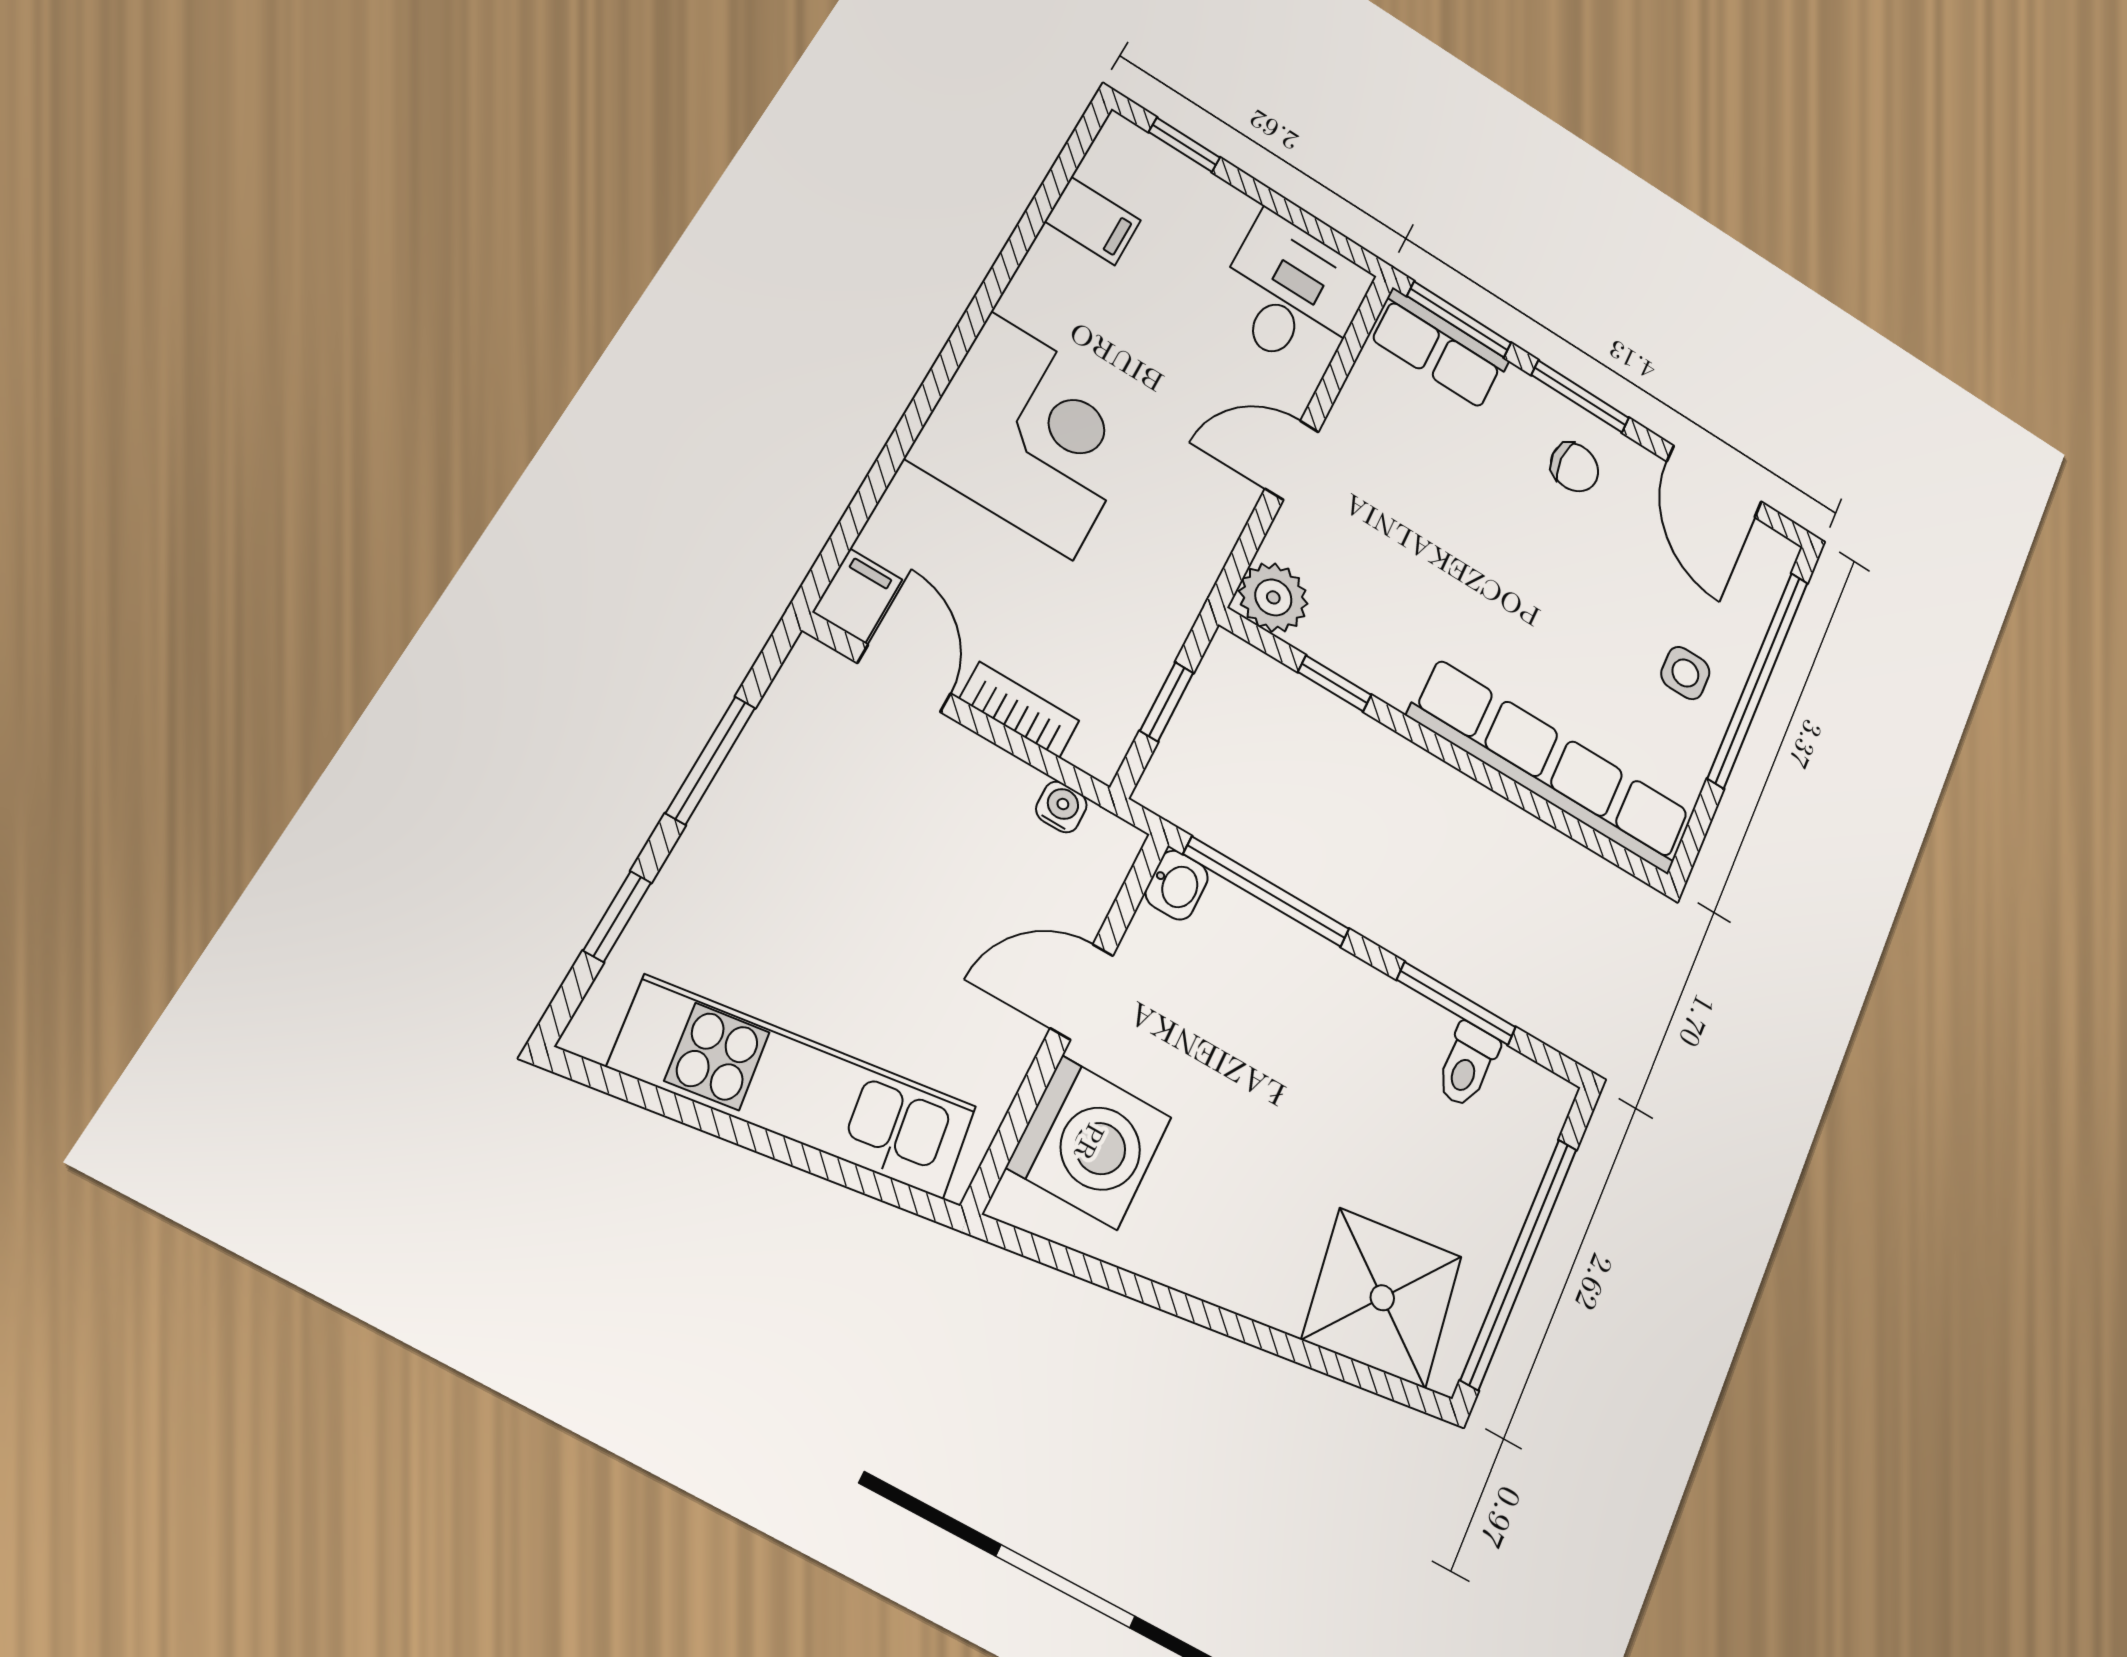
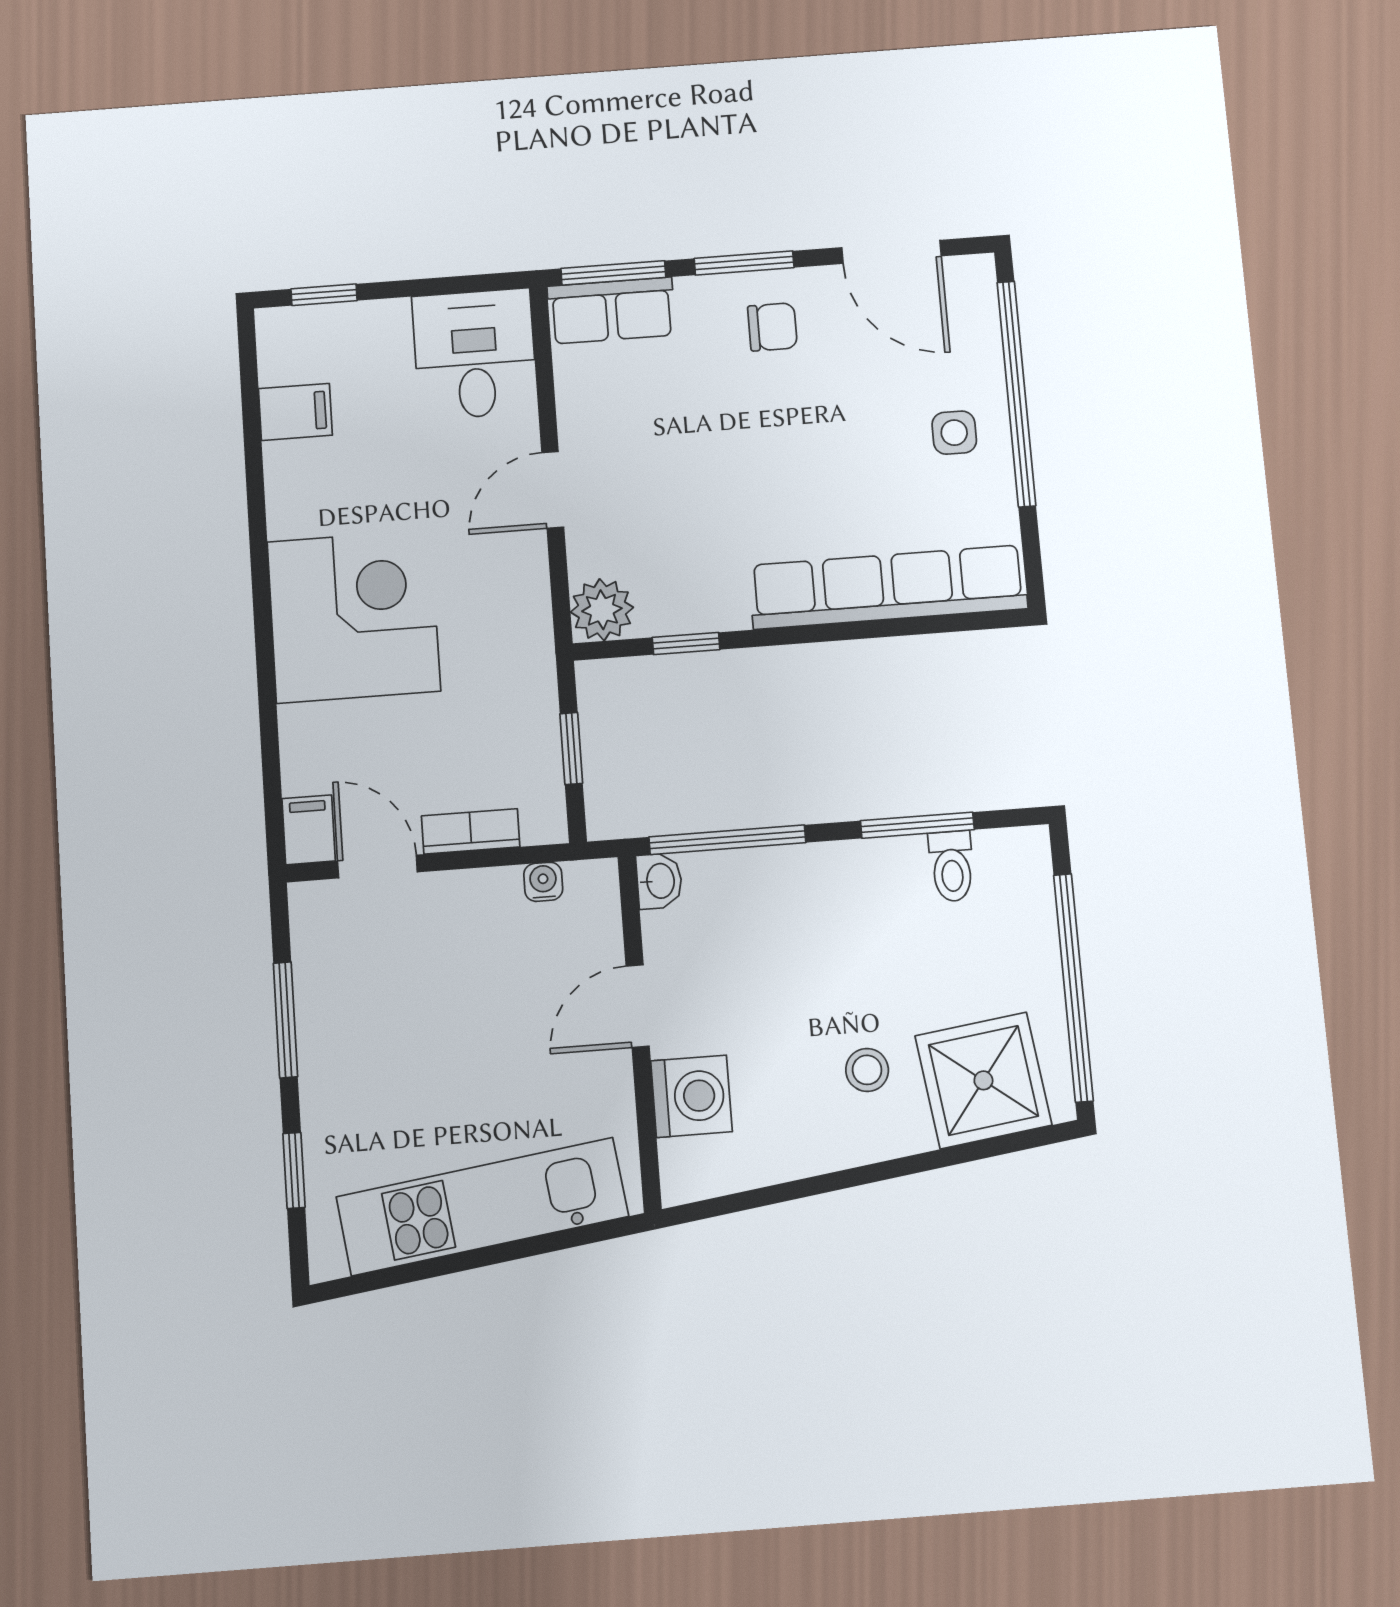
washing machine: (1089, 1142) -> (692, 1096), width x0.73, depth x0.73
stool: (1274, 1210) -> (867, 1070), added

